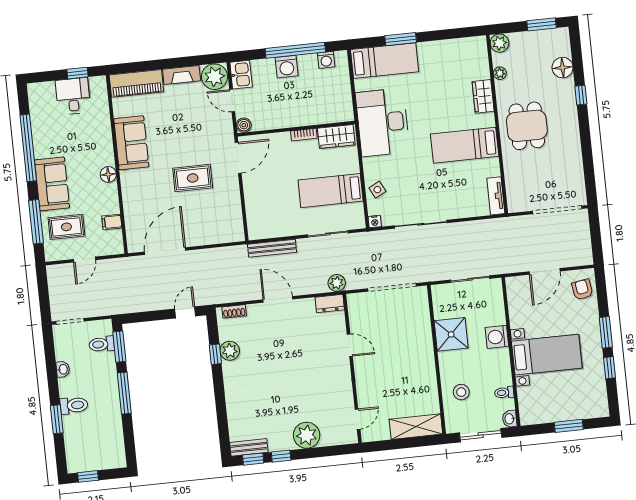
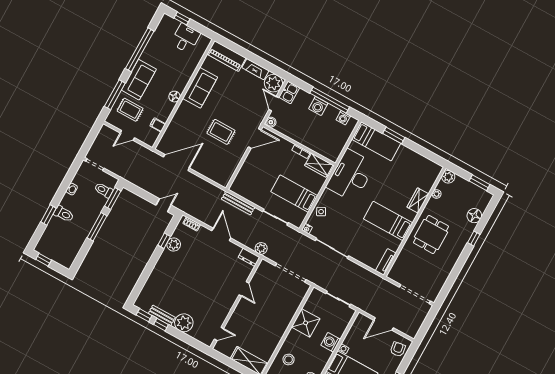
window: (77, 73) -> (182, 19), moved
bench: (249, 447) -> (162, 315), moved

